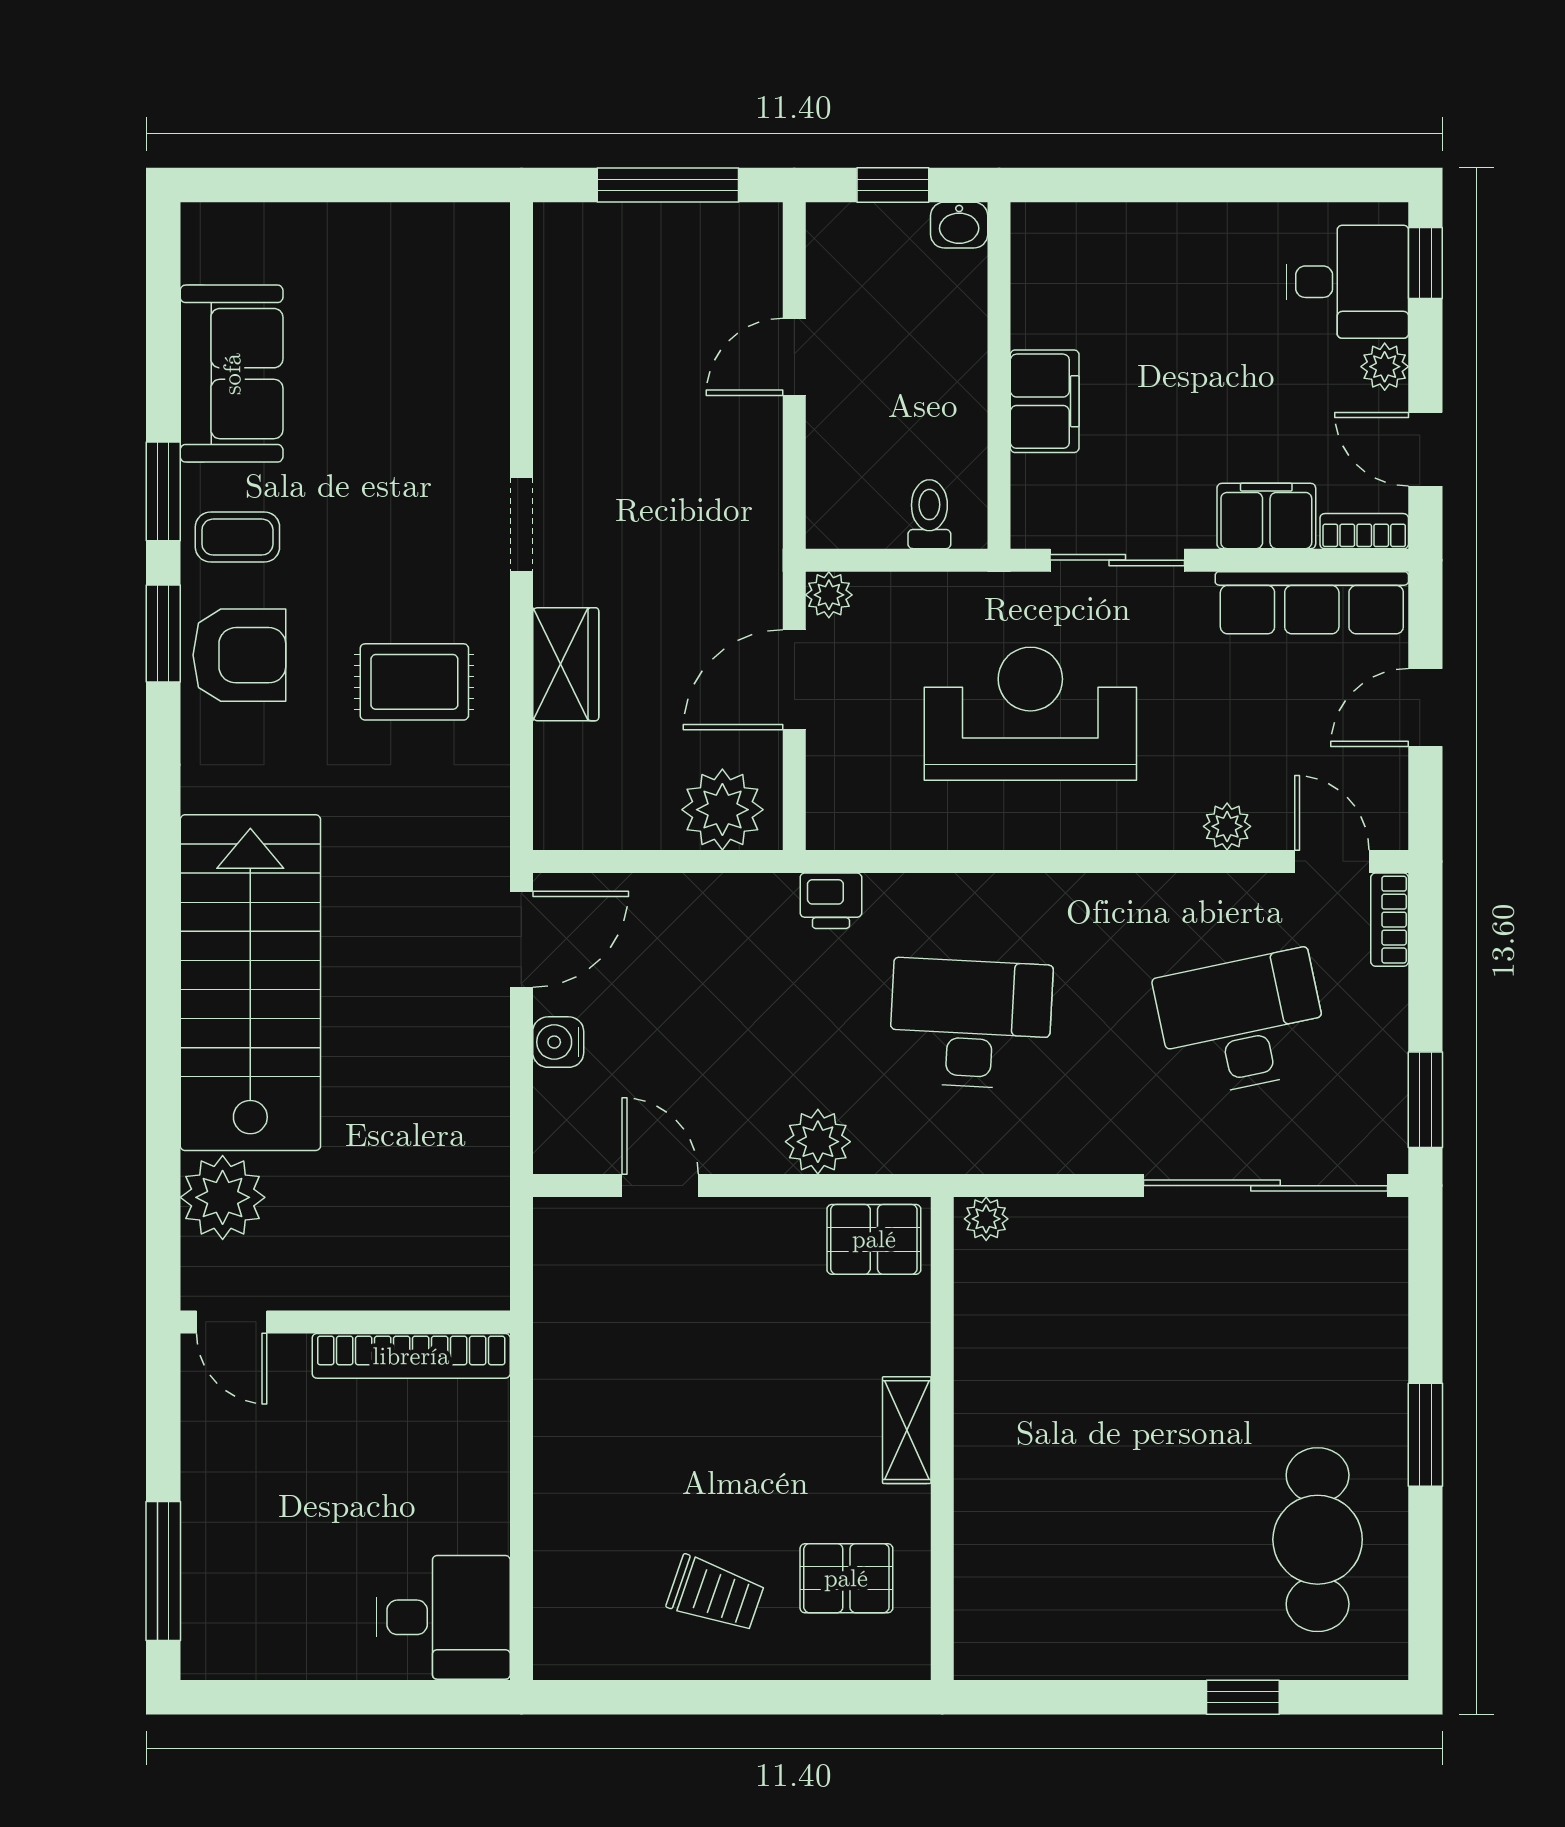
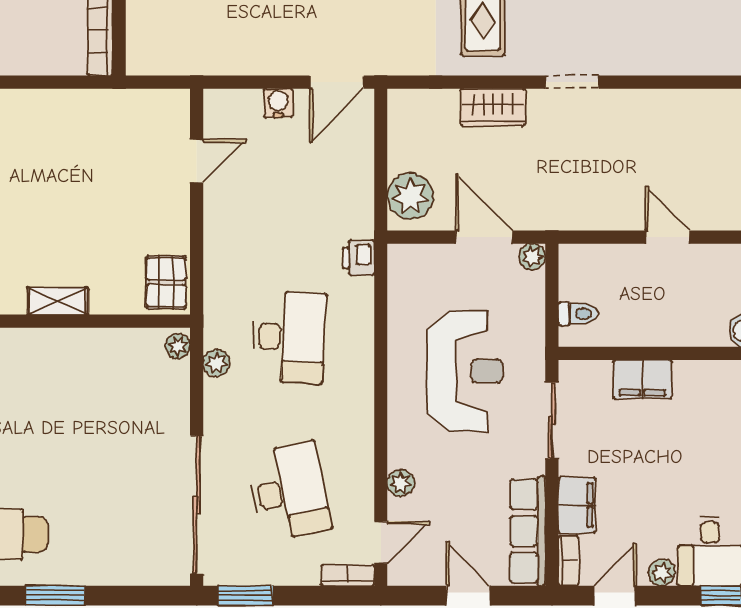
door: (521, 939) -> (337, 82), hinge flipped
plant: (818, 1142) -> (217, 363), moved, width x0.73, depth x0.73

